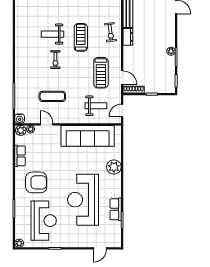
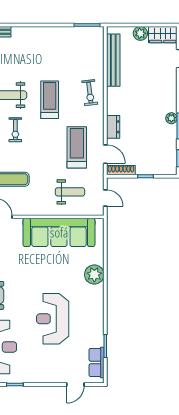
dresser: (128, 37) -> (113, 127), moved
treadmill: (101, 73) -> (77, 147), turned 180
door: (122, 110) -> (105, 198), swing flipped
reception desk: (83, 200) -> (53, 319), width x0.74, depth x0.77
row of seats: (116, 209) -> (97, 362), moved

